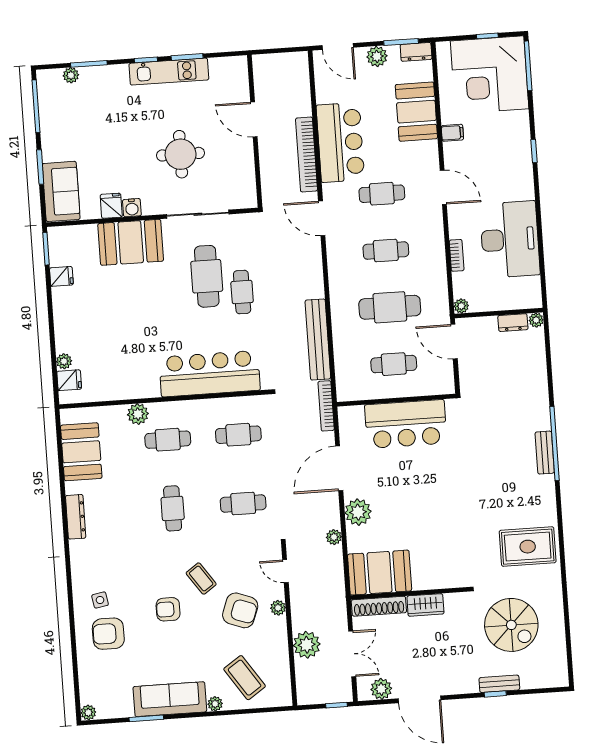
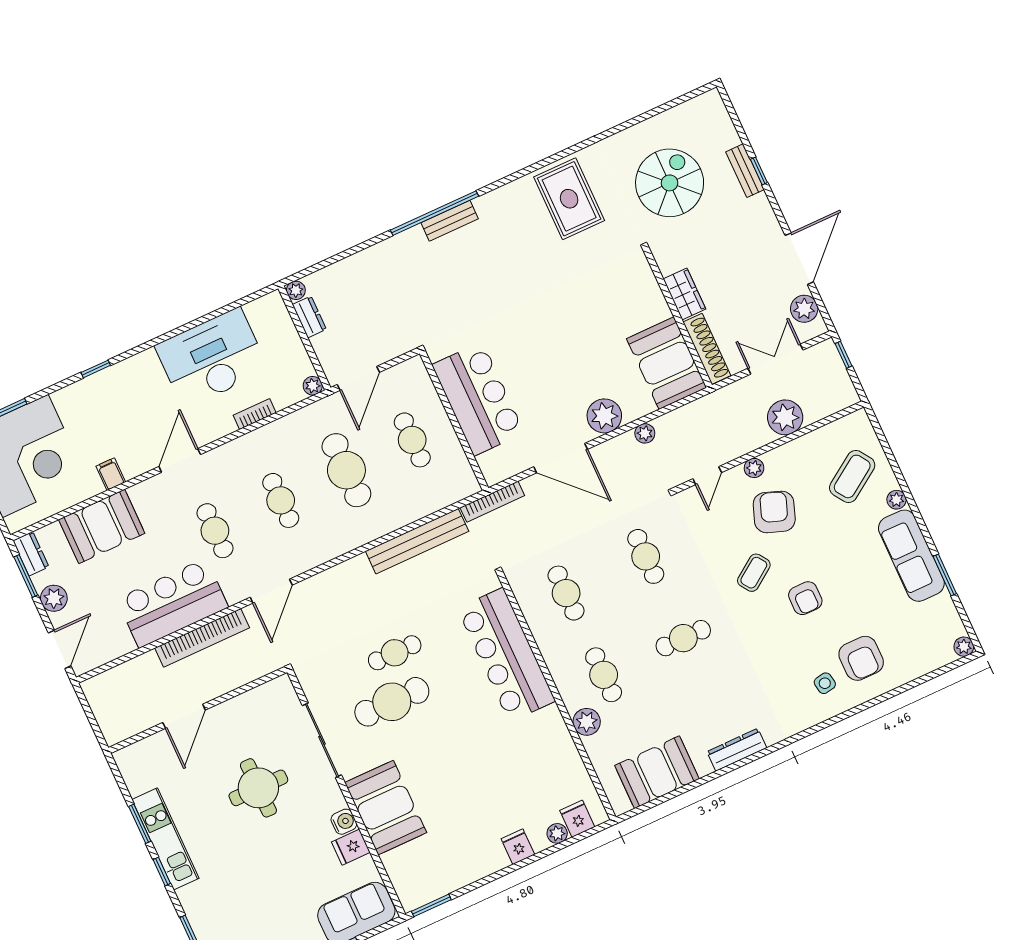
fridge: (61, 276) -> (518, 847), moved

